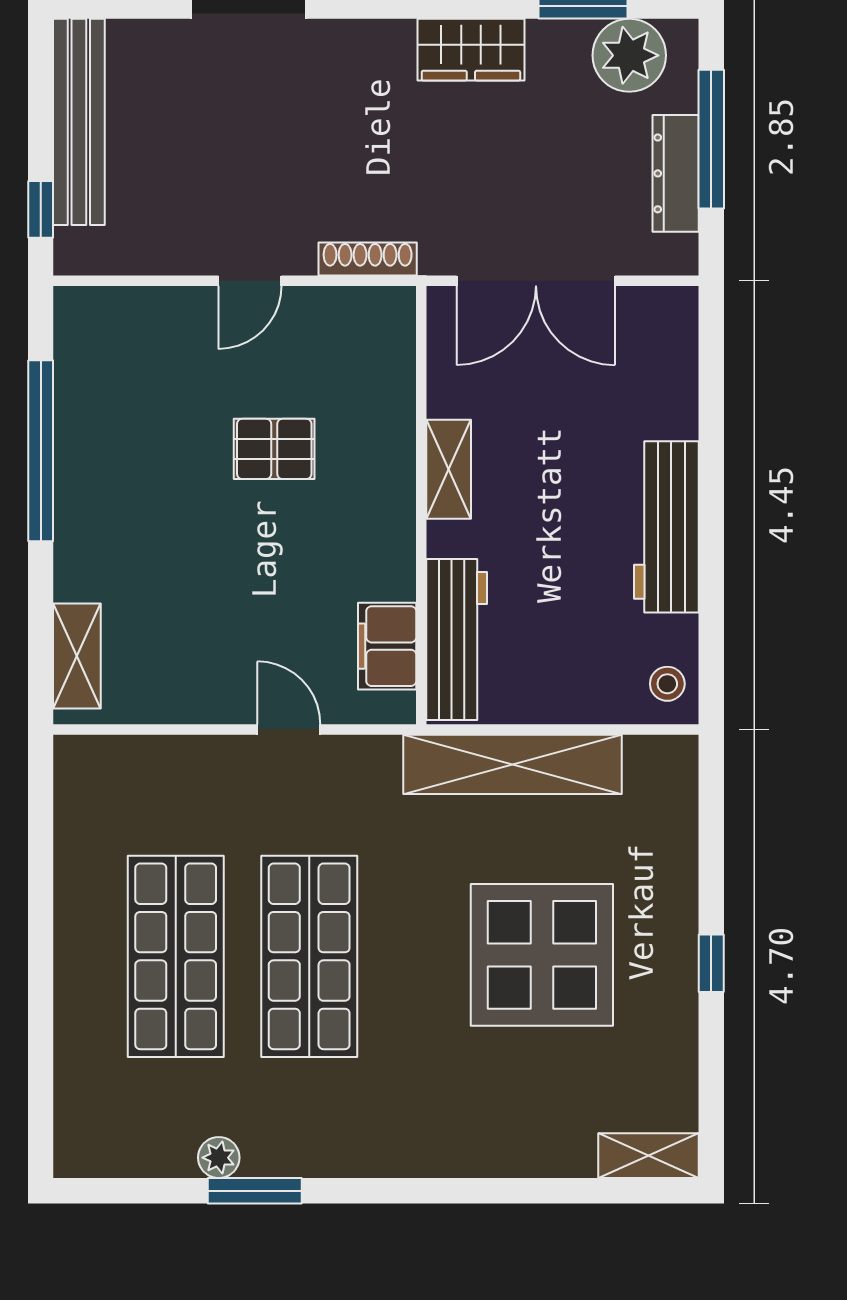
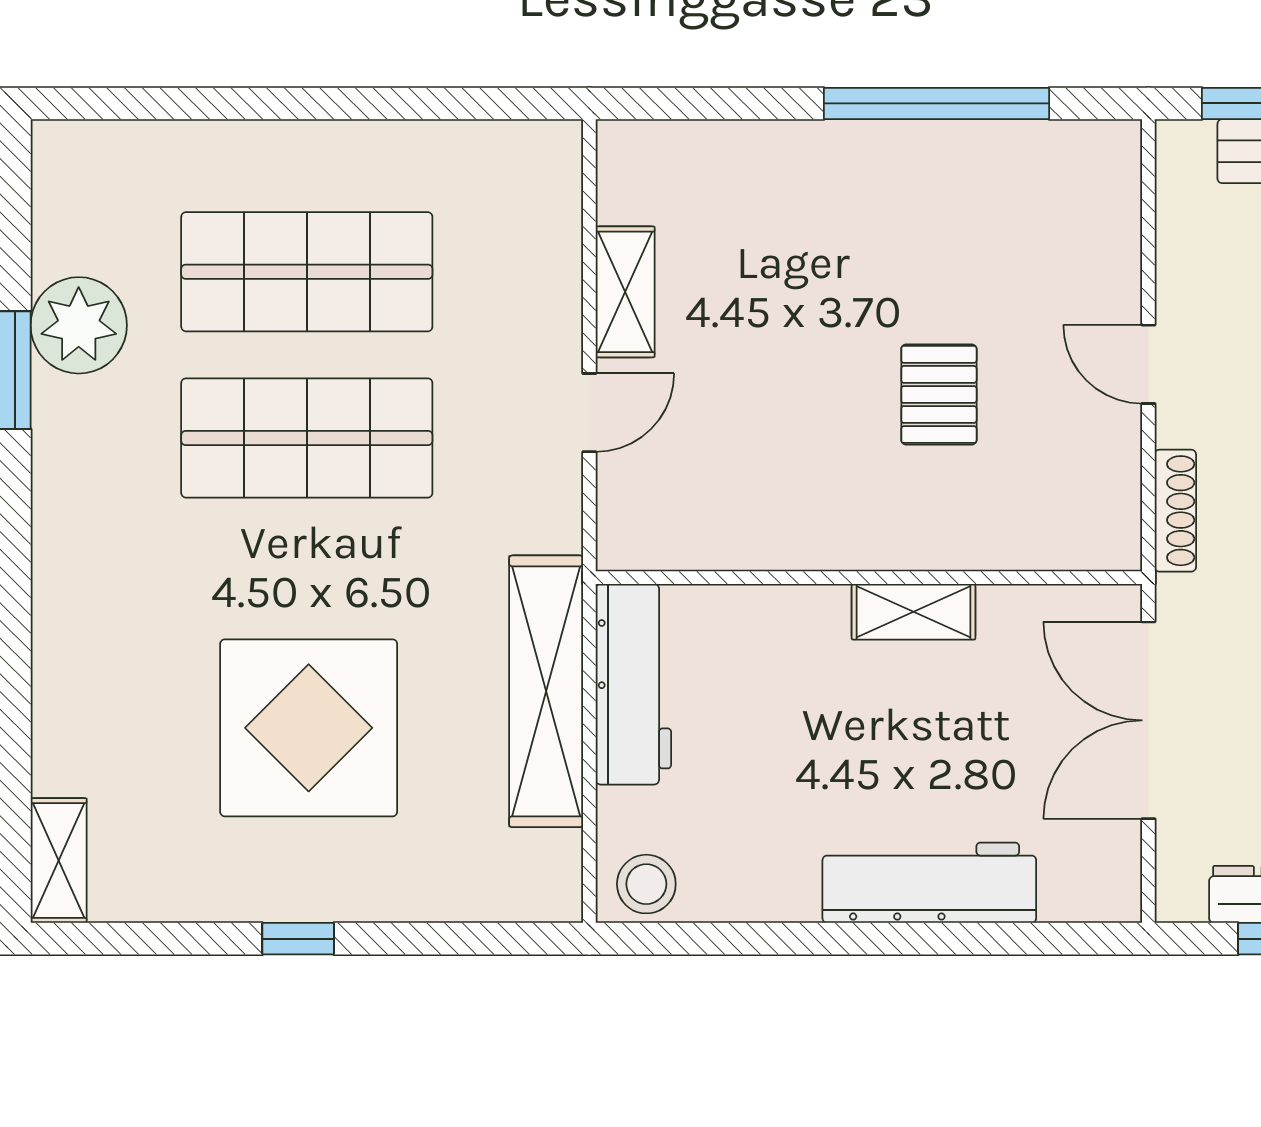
workbench: (666, 527) -> (929, 883), moved
workbench: (457, 639) -> (633, 684), moved, turned -90
filing cabinet: (387, 646) -> (693, 535), removed
shelving: (77, 656) -> (625, 292), moved, turned 90
stool: (667, 684) -> (646, 884), width x1.37, depth x1.37
plant: (219, 1158) -> (79, 325), width x1.88, depth x1.88

